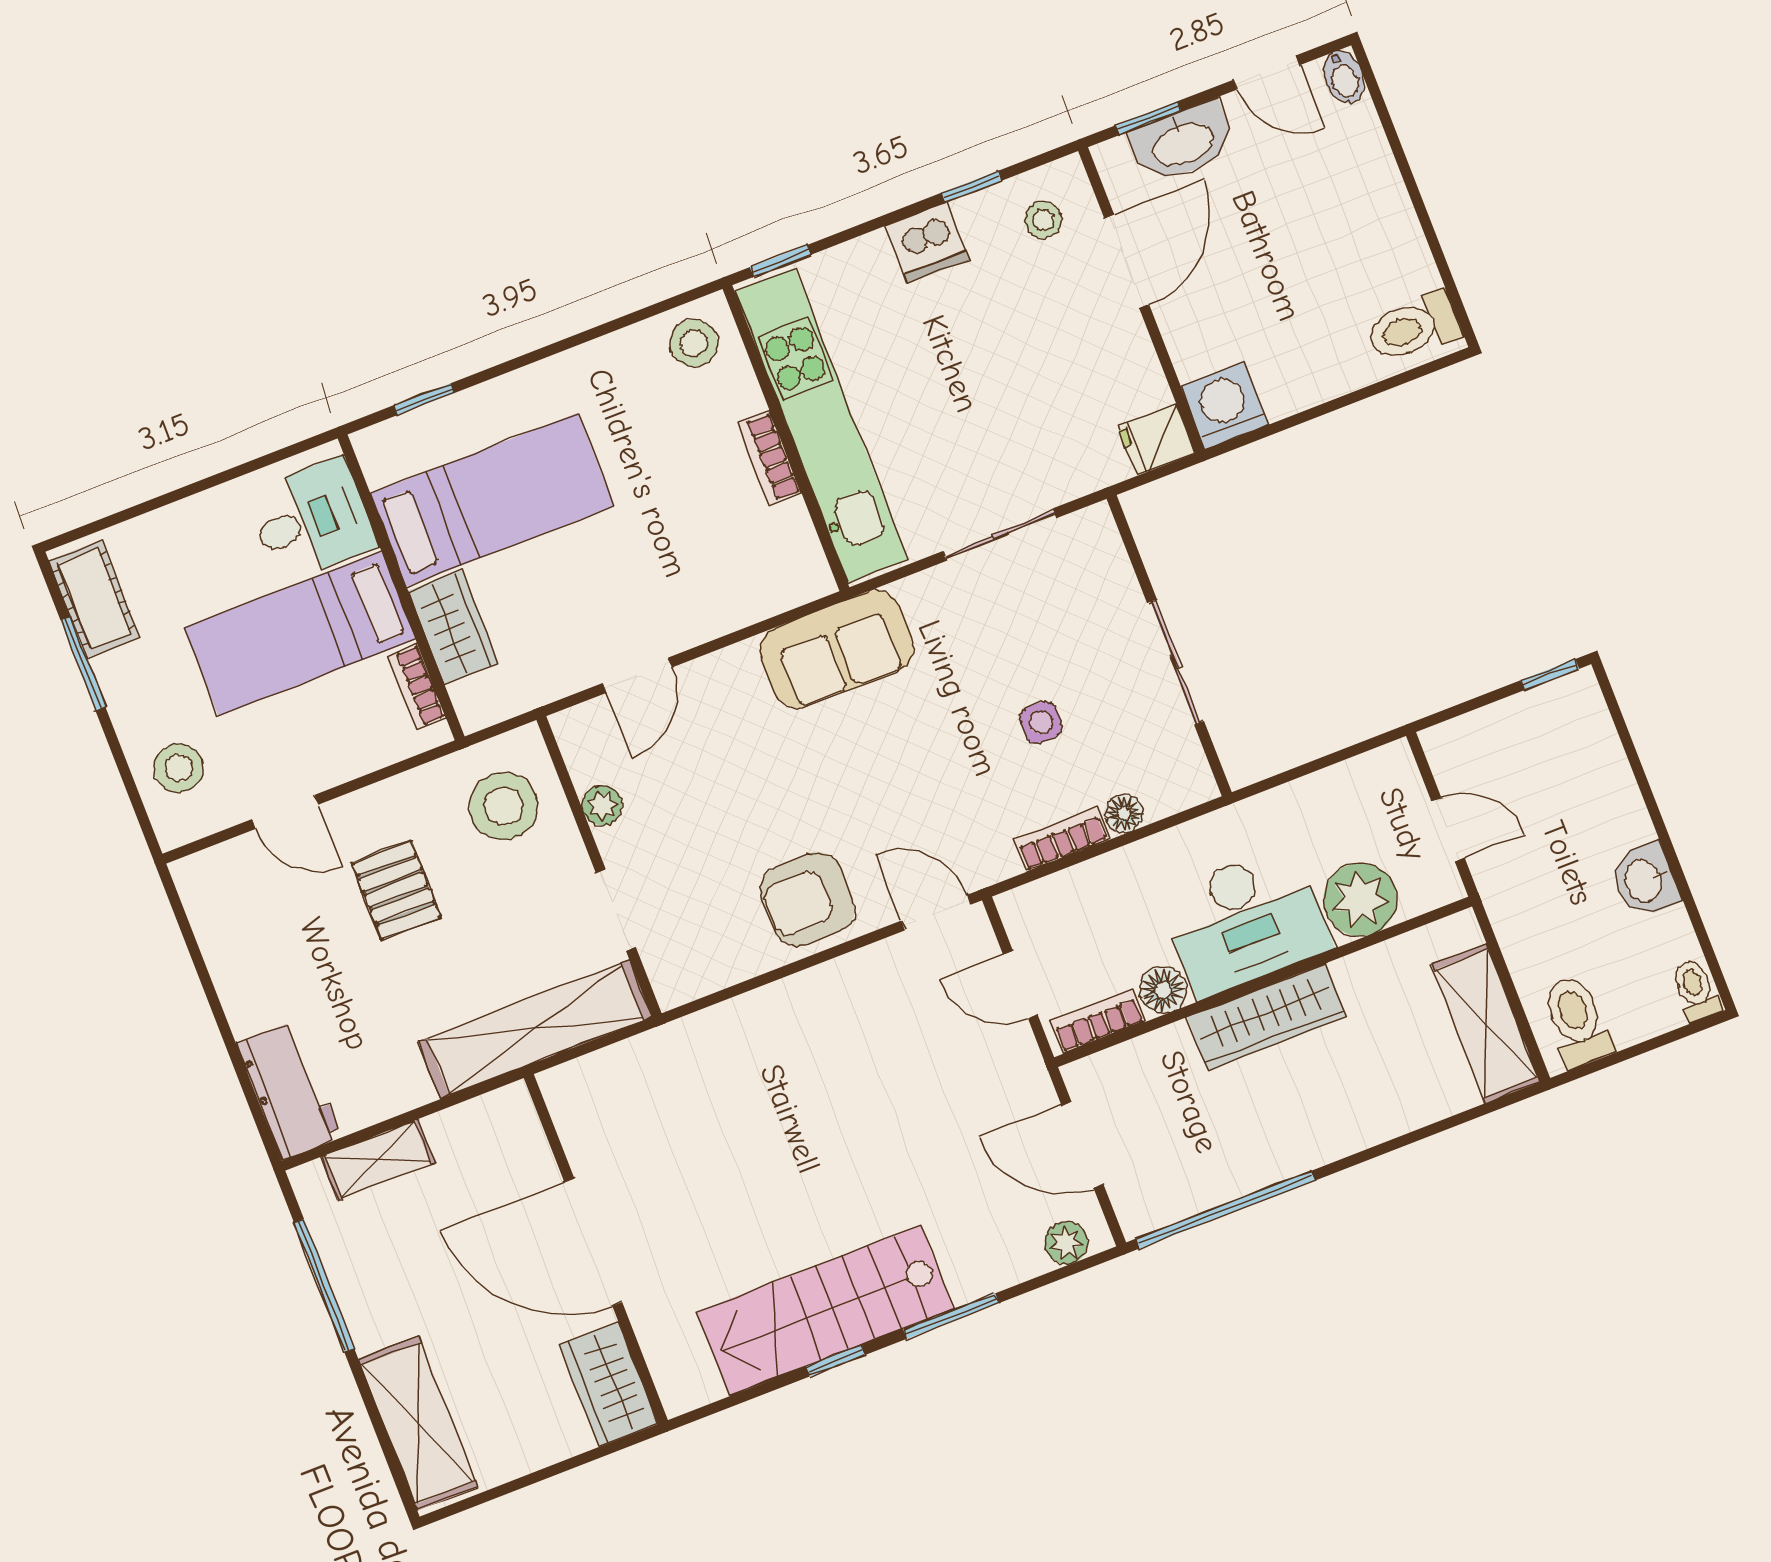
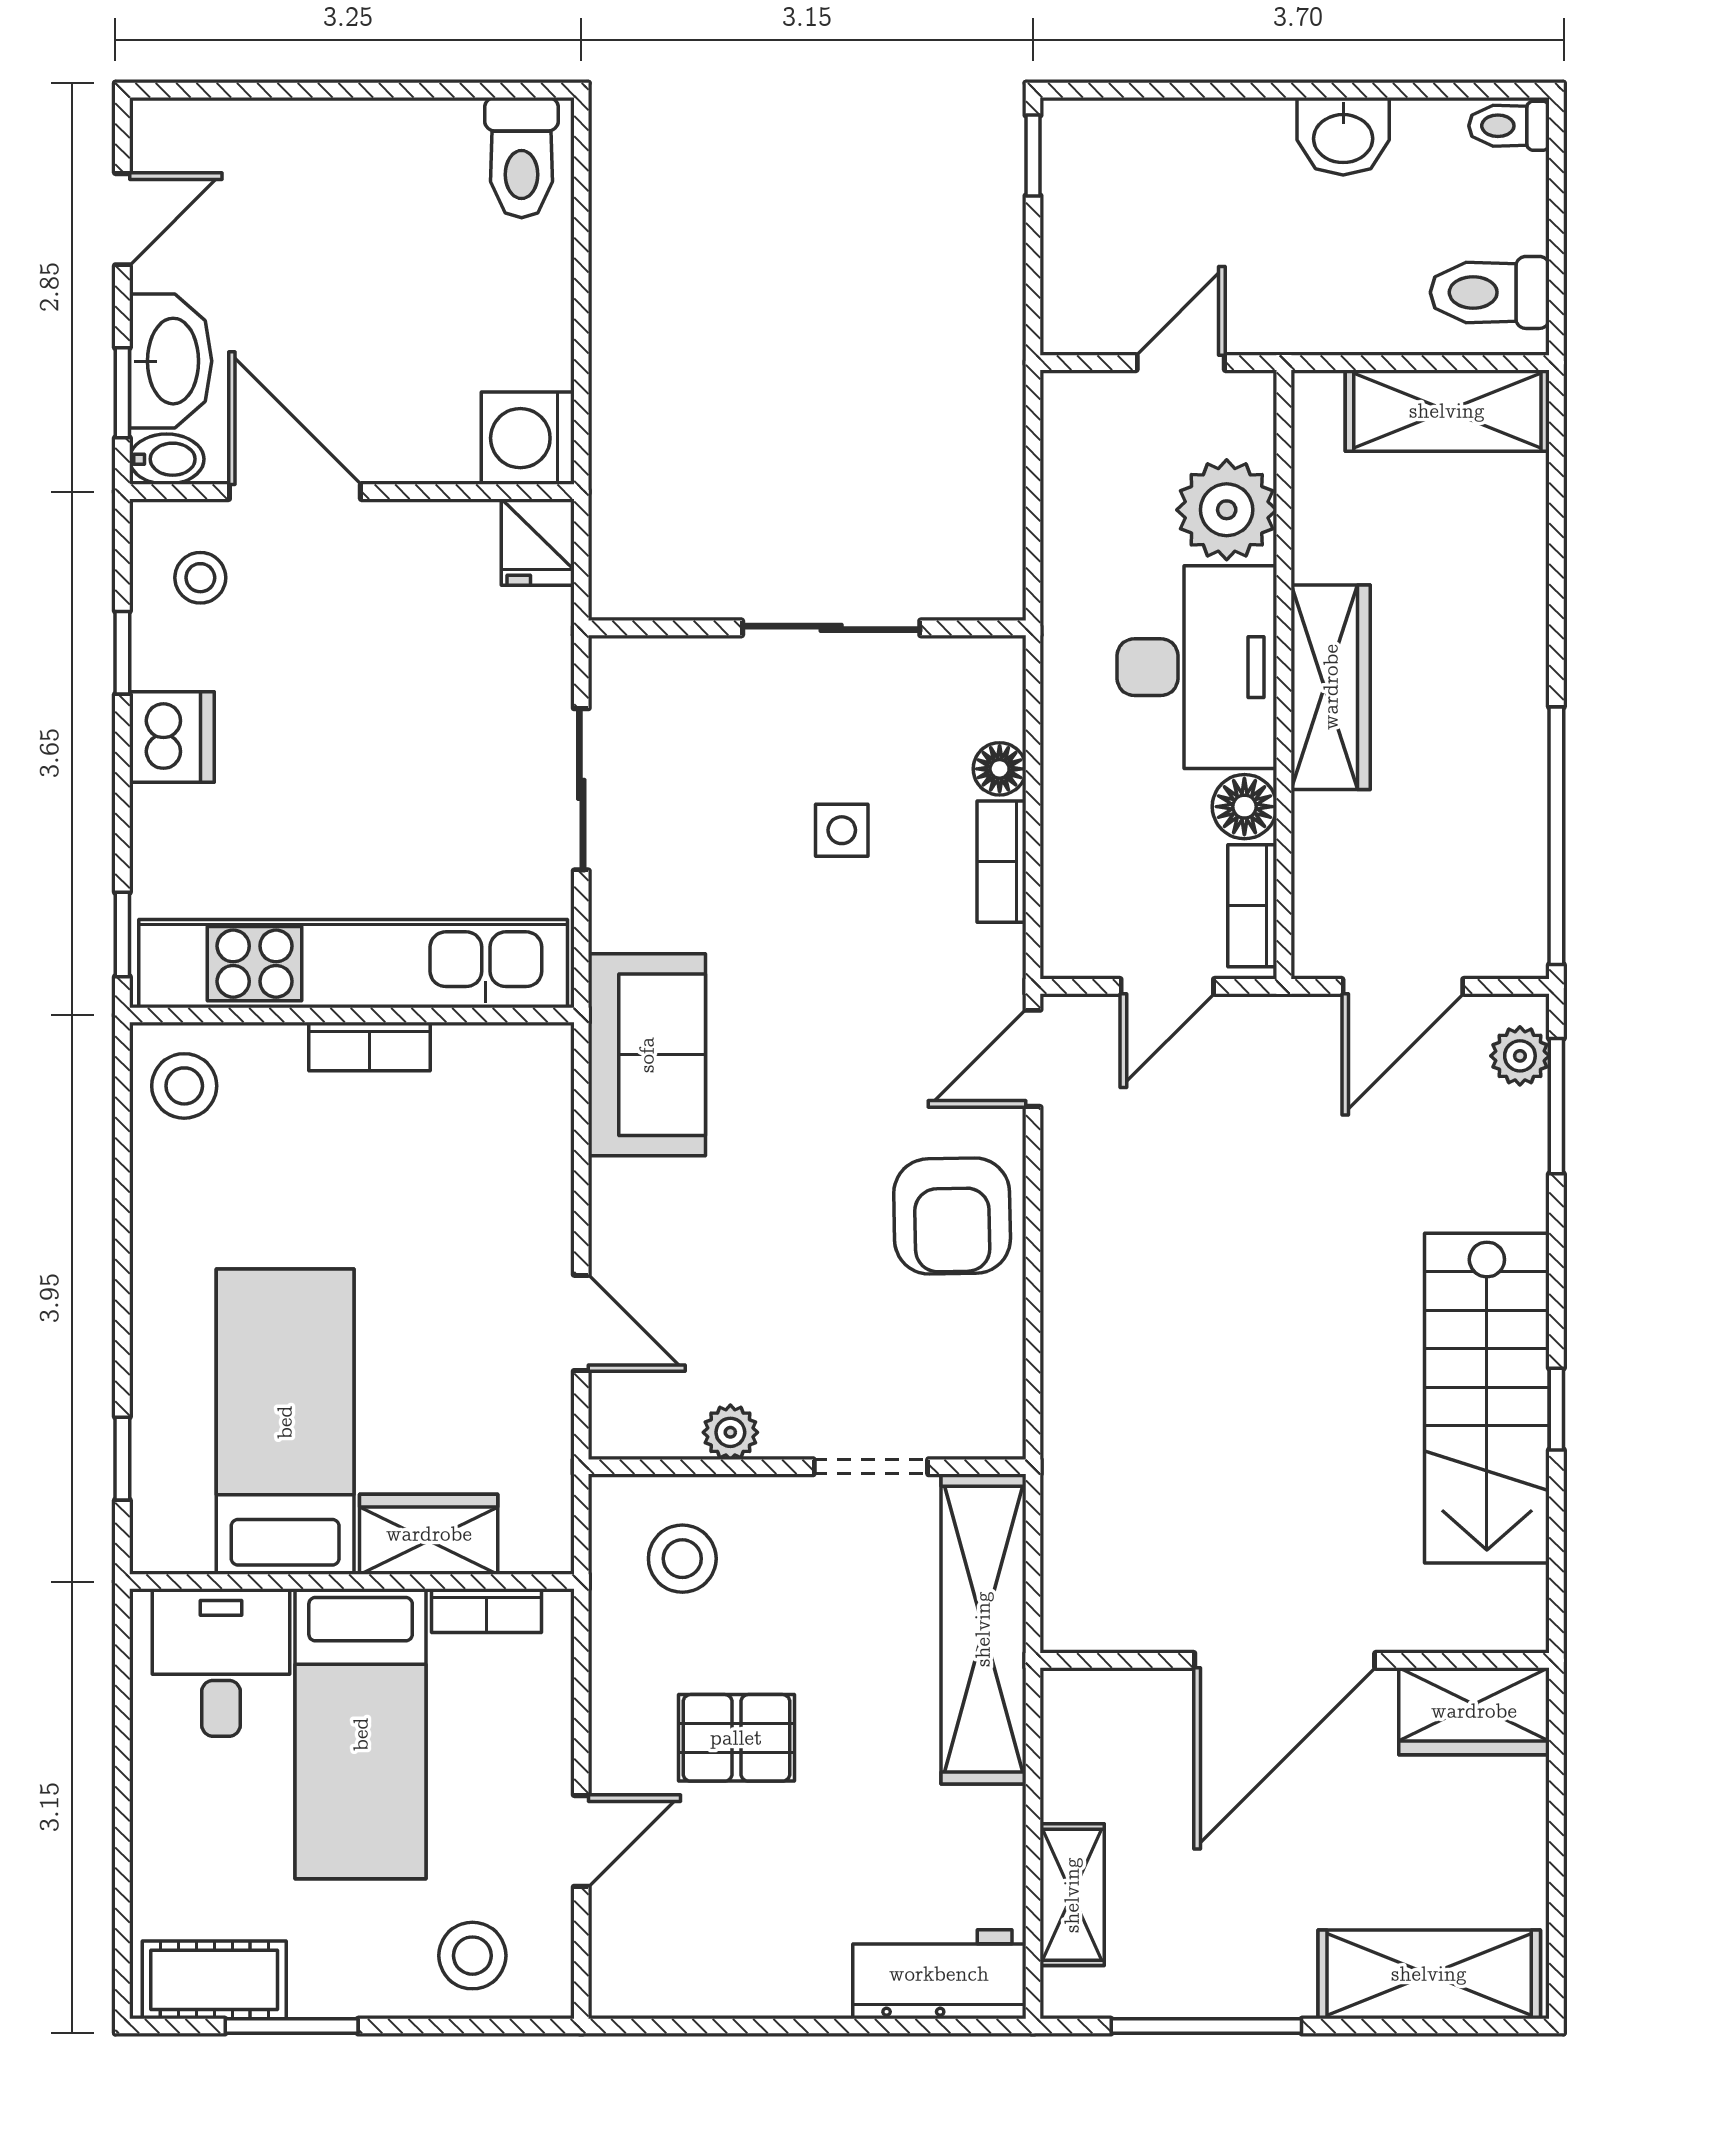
bidet: (1344, 77) -> (167, 459), moved
stool: (504, 806) -> (682, 1559), width x0.73, depth x0.73
window: (951, 1316) -> (1556, 1106), moved

